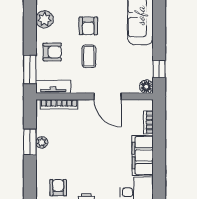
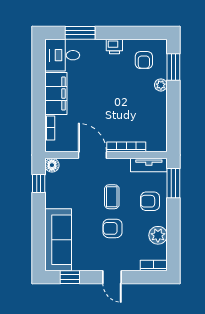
armchair: (88, 26) -> (112, 228), turned -90
bookcase: (59, 104) -> (126, 147), moved
window: (30, 142) -> (173, 67), moved
plant: (42, 142) -> (161, 85), moved

